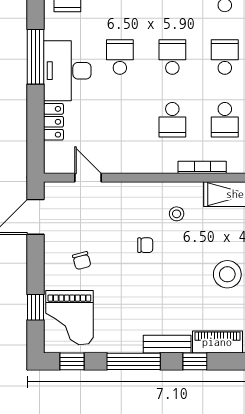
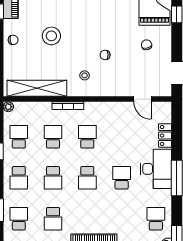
school desk: (120, 57) -> (122, 178), turned 180

